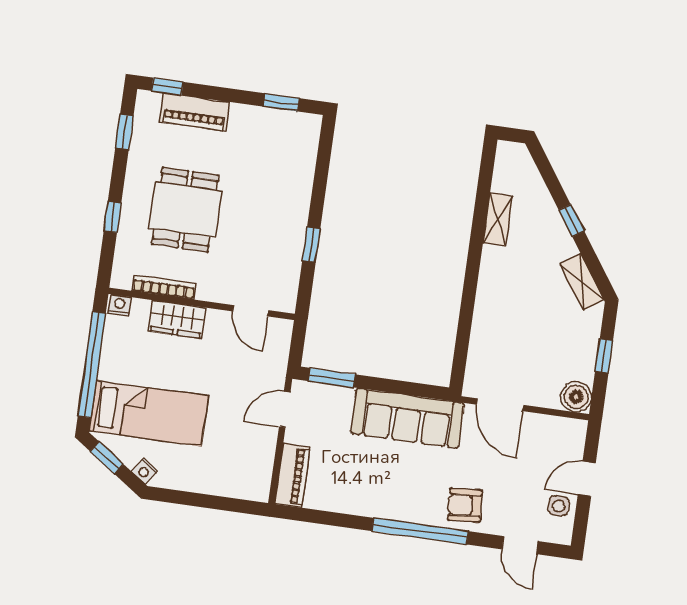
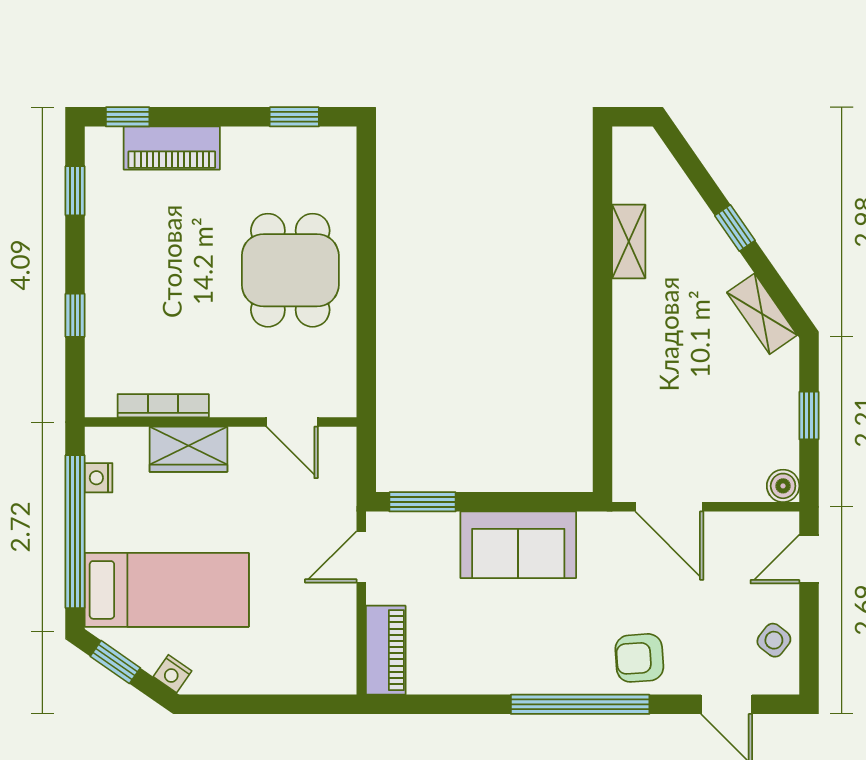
dining table: (185, 210) -> (290, 270), moved
window: (311, 245) -> (366, 315), removed
nightstand: (120, 305) -> (99, 478), moved, turned -90
boiler: (576, 397) -> (783, 486), width x0.73, depth x0.73
sofa: (407, 418) -> (518, 545), width x0.73
door: (587, 479) -> (809, 559), moved
side table: (559, 506) -> (774, 640), turned 38

